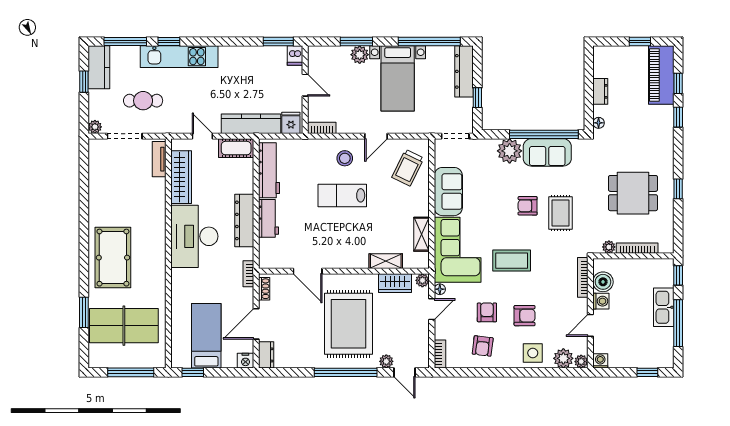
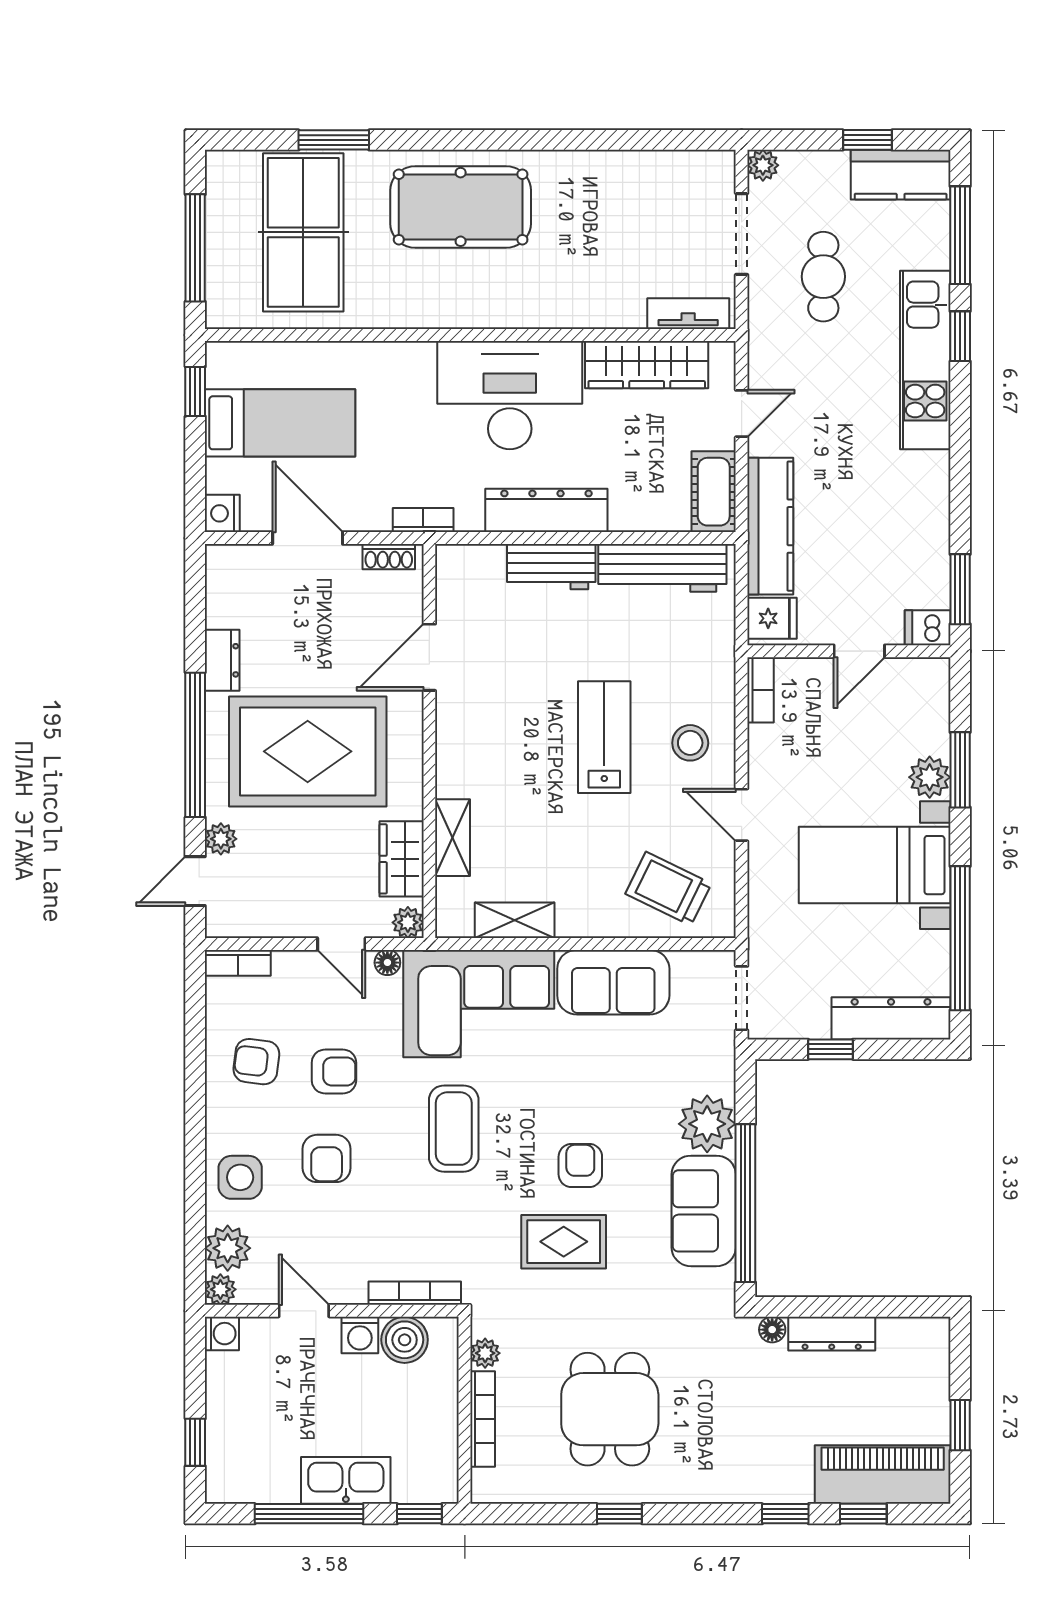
dresser: (600, 91) -> (832, 1334), width x1.44
dresser: (266, 355) -> (222, 660), moved, turned -90

